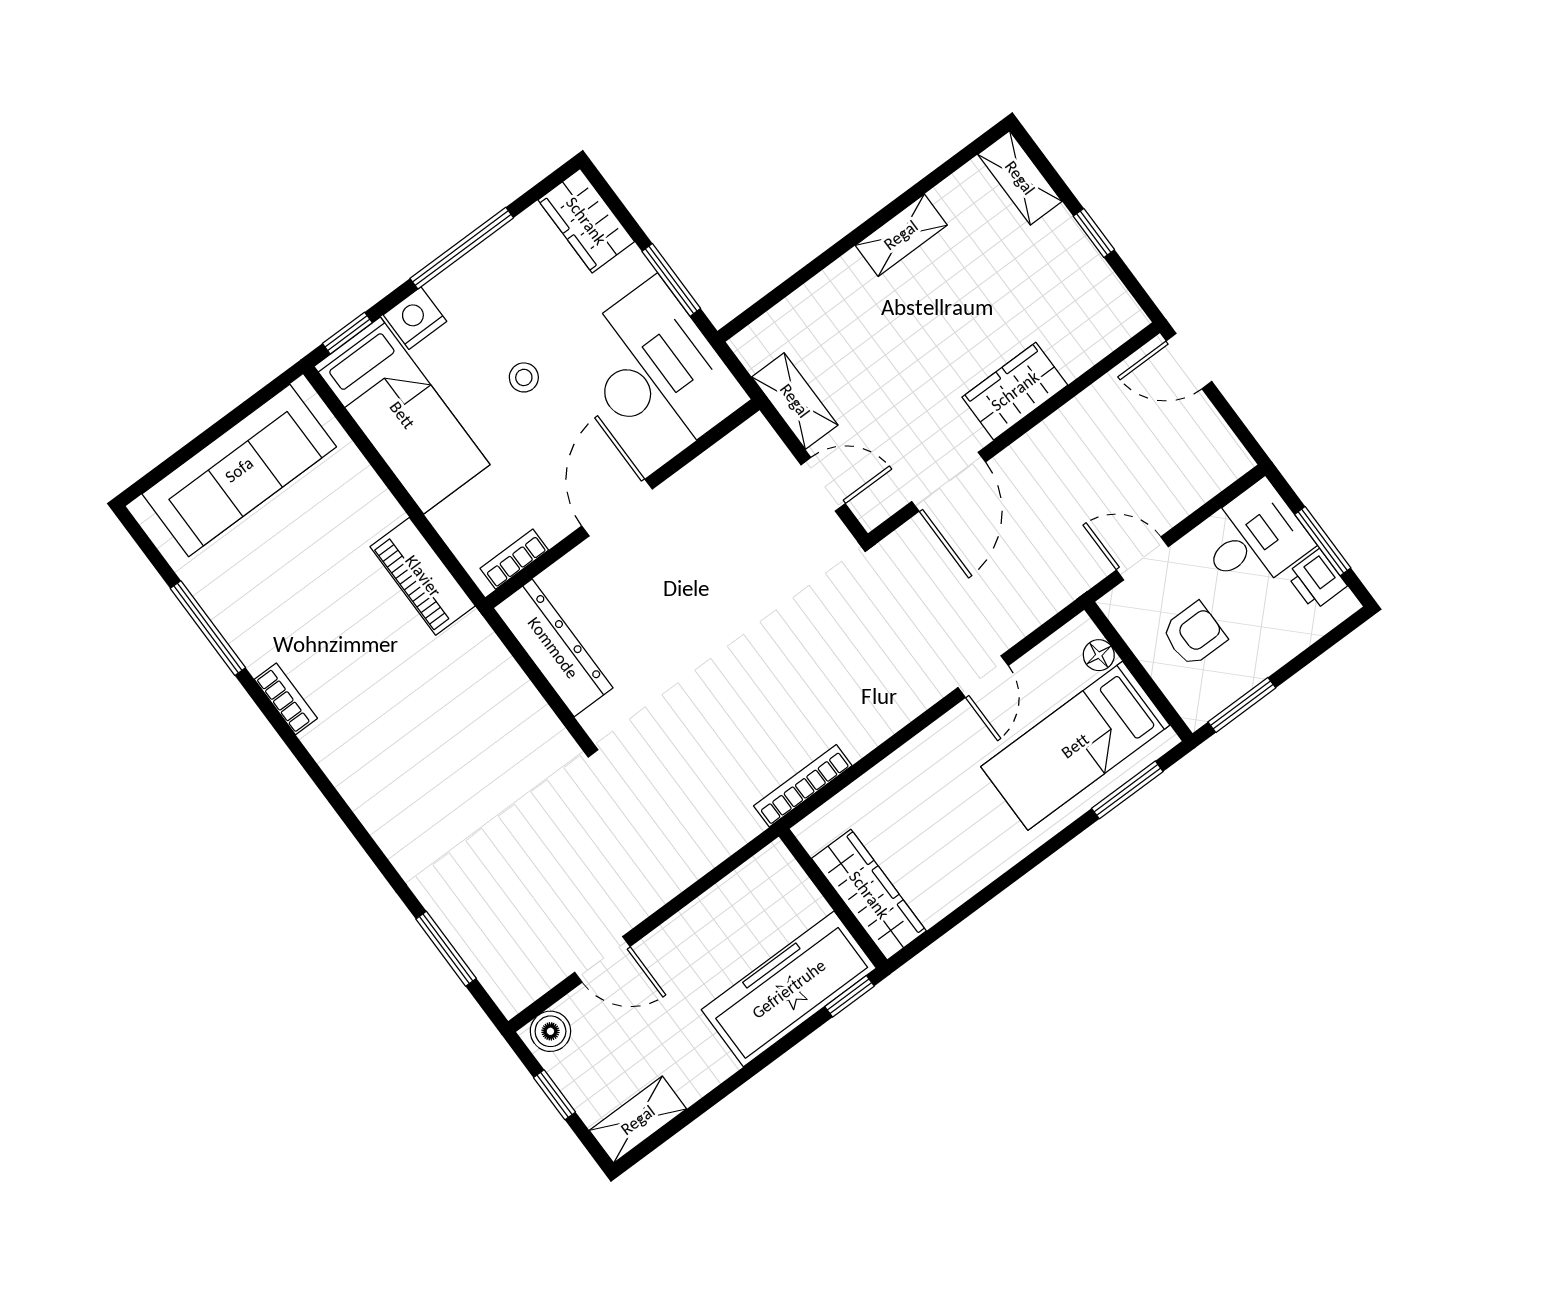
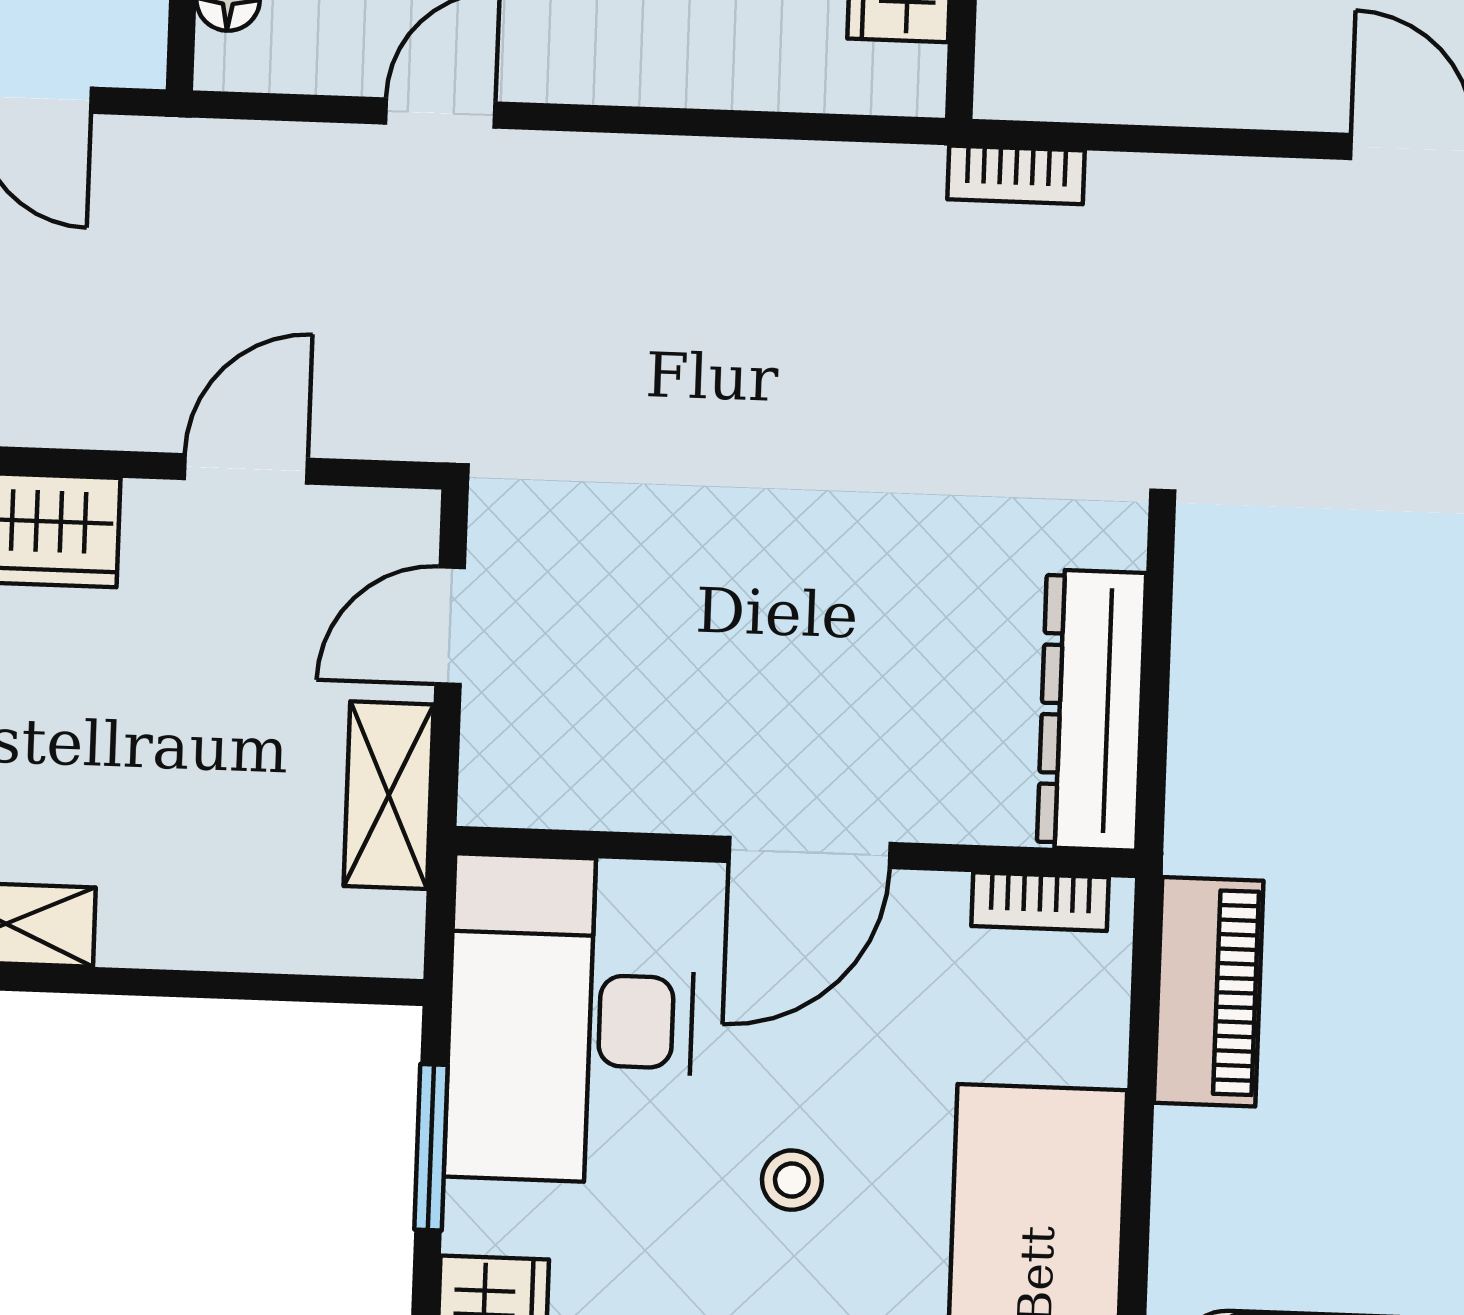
door: (949, 482) -> (246, 469), width x0.73
door: (823, 484) -> (450, 626), hinge flipped
bookcase: (803, 786) -> (1016, 175), moved, width x0.64

